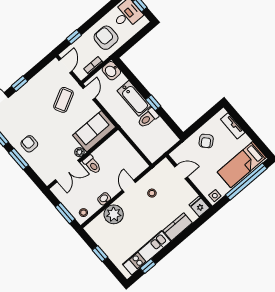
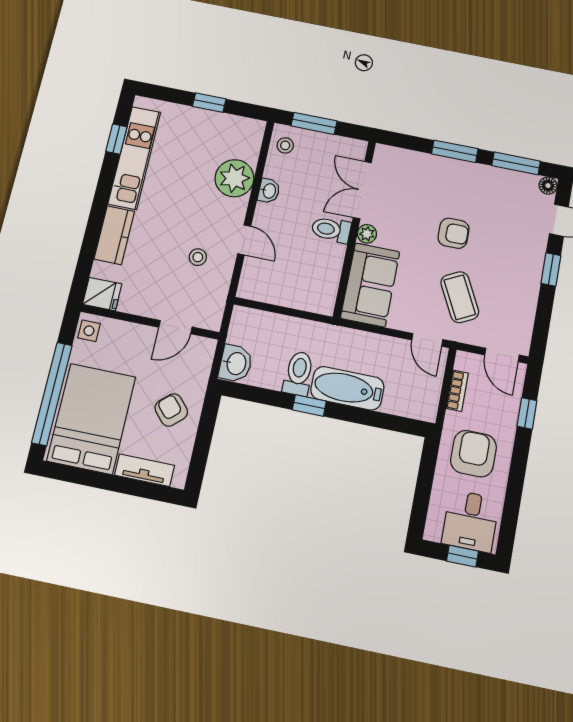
armchair: (106, 38) -> (473, 454), turned -90
washbasin: (111, 71) -> (236, 363), moved, turned 90
armchair: (29, 144) -> (453, 233), moved
bed: (242, 165) -> (91, 419), width x1.50

